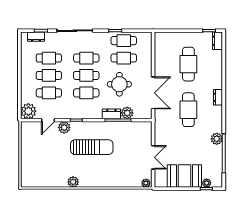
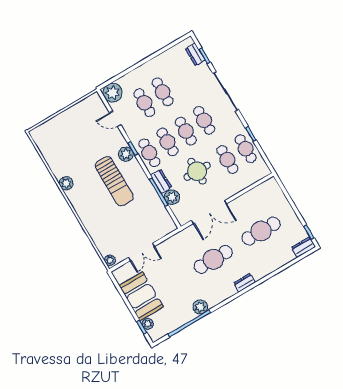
cafe table: (49, 58) -> (149, 153), moved
plant: (64, 127) -> (126, 154), moved

